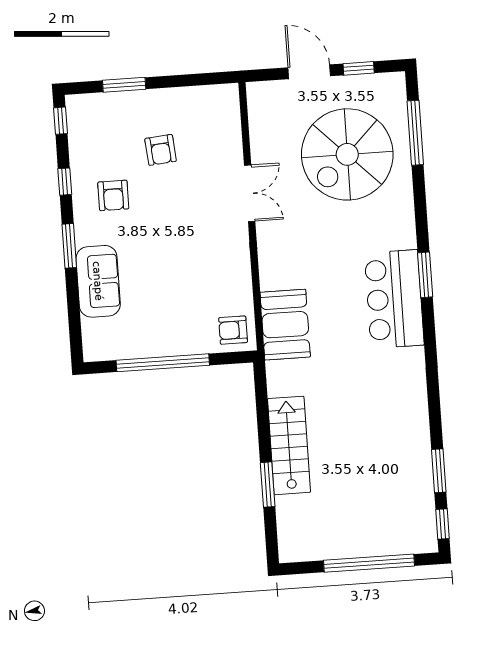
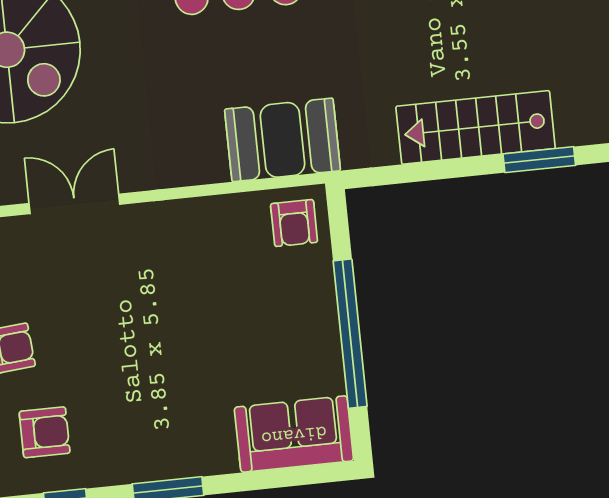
armchair: (113, 195) -> (45, 432), moved
sofa: (98, 281) -> (294, 434), moved

